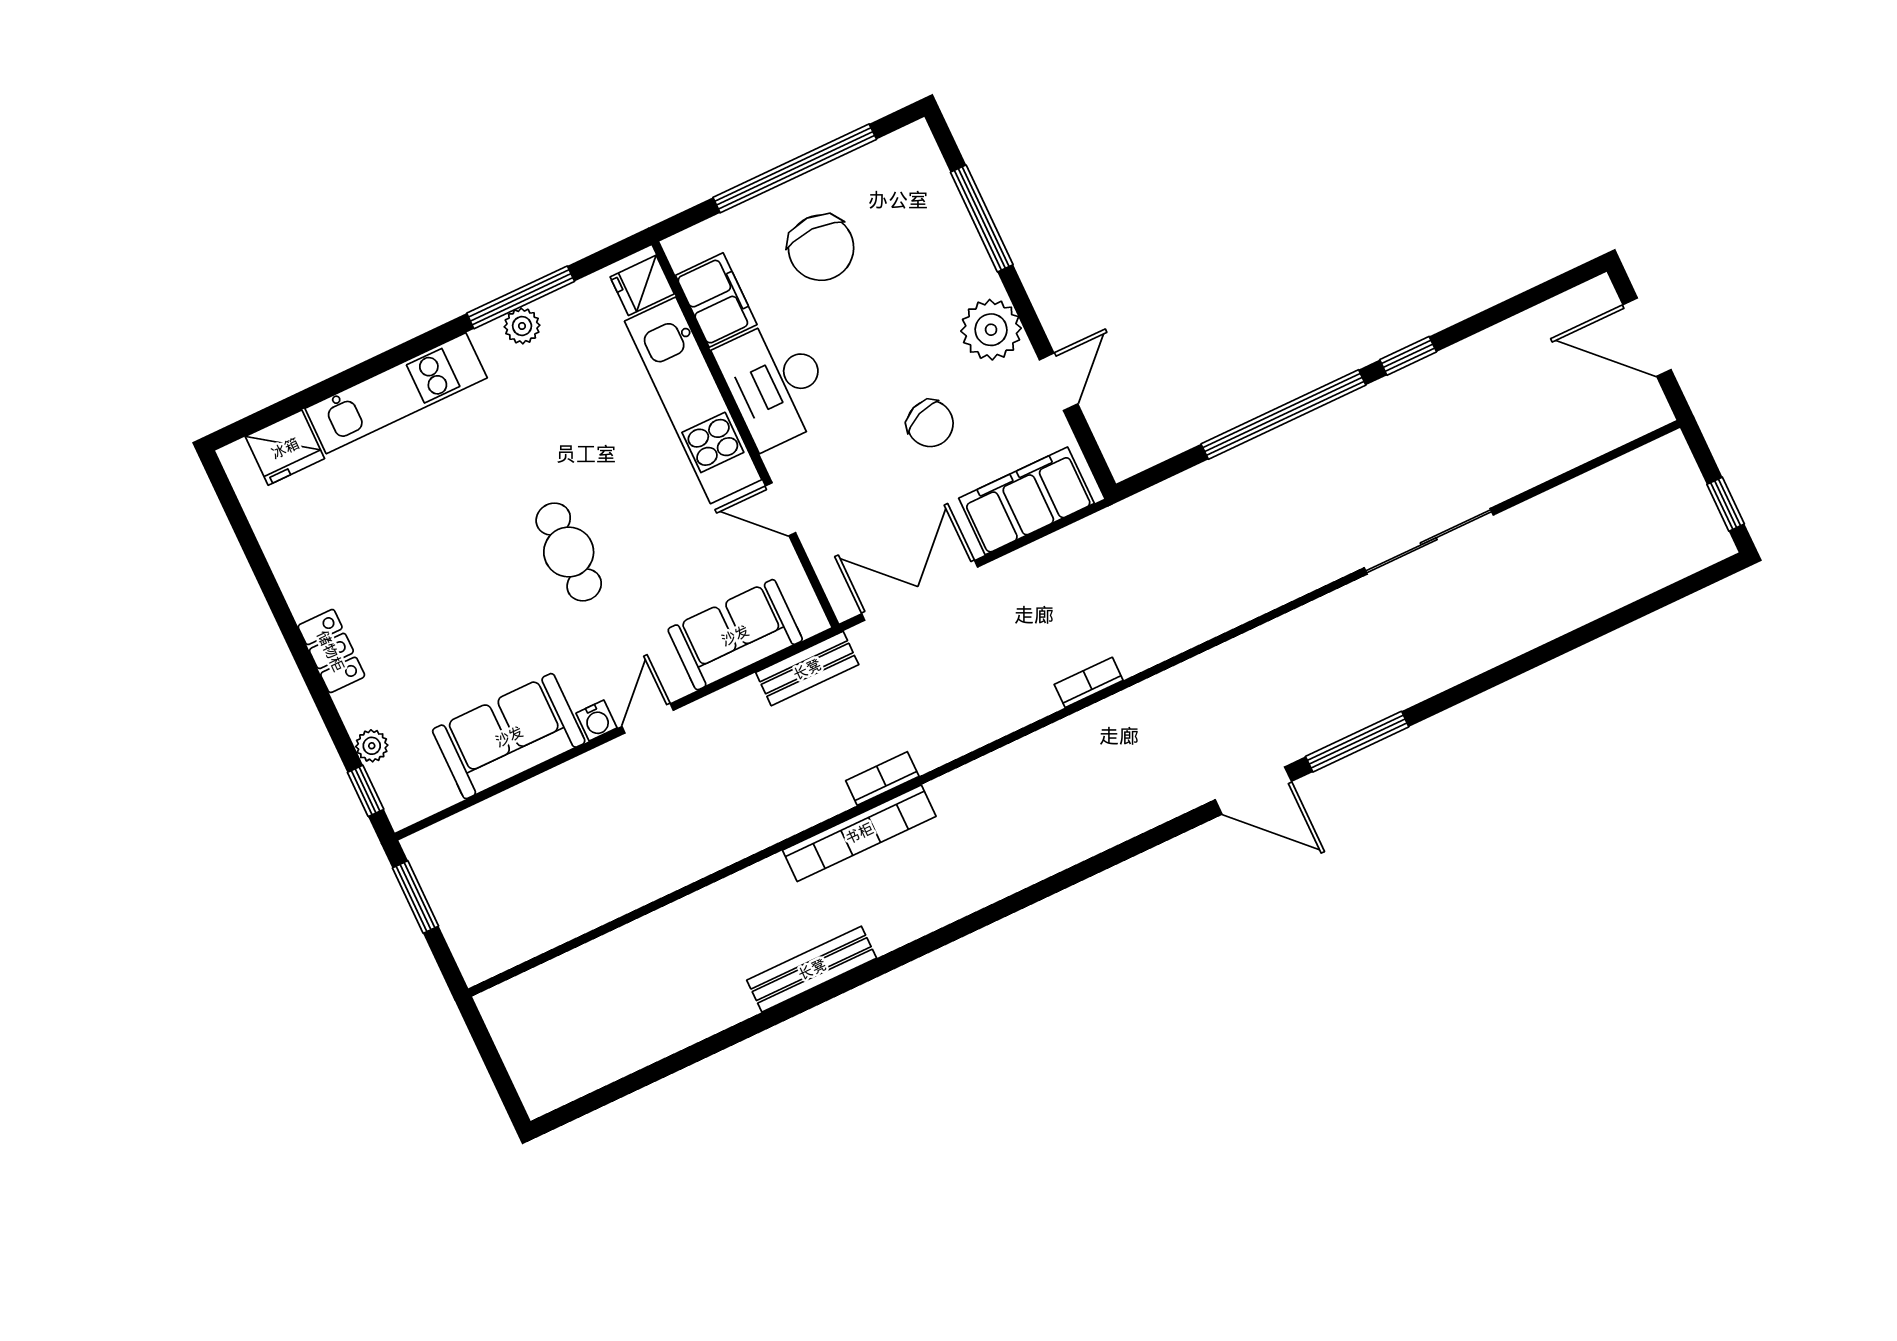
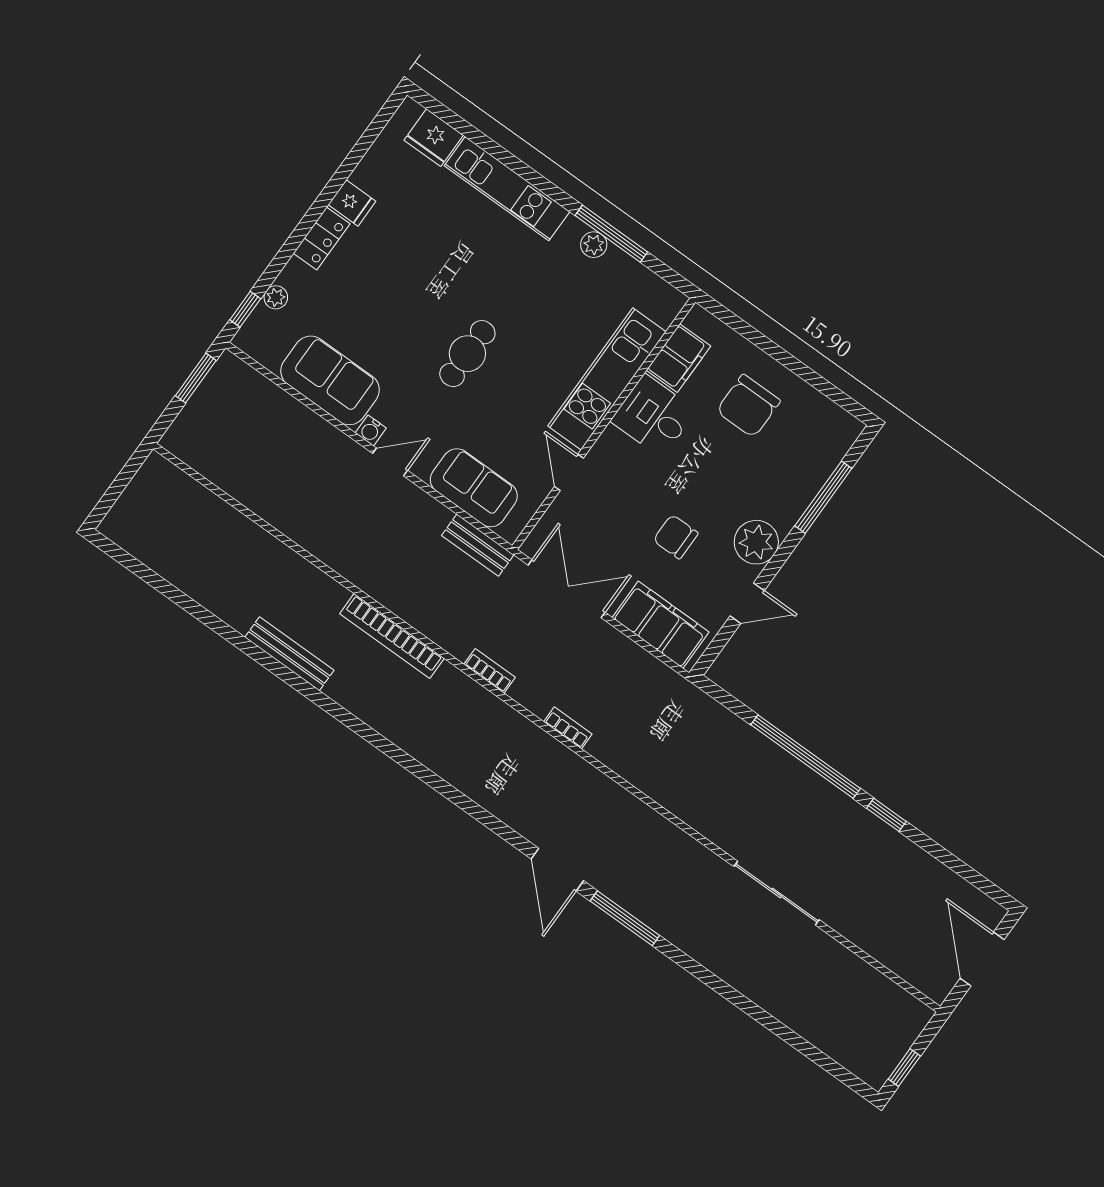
window: (795, 168) -> (789, 361), removed
fridge: (642, 285) -> (352, 203), moved, turned 180
desk: (776, 383) -> (653, 416), width x0.73
chair: (930, 424) -> (676, 537), turned 112
bookcase: (882, 779) -> (490, 671), moved

